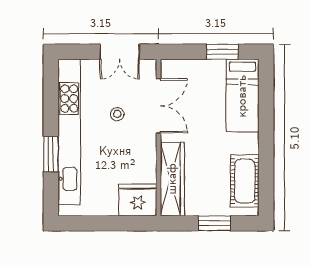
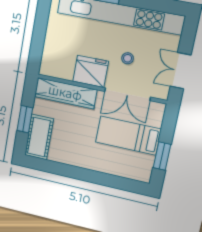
bed: (242, 96) -> (128, 136), moved
cot: (245, 181) -> (39, 137), moved, turned 90
fridge: (138, 200) -> (91, 71), moved, turned -90

